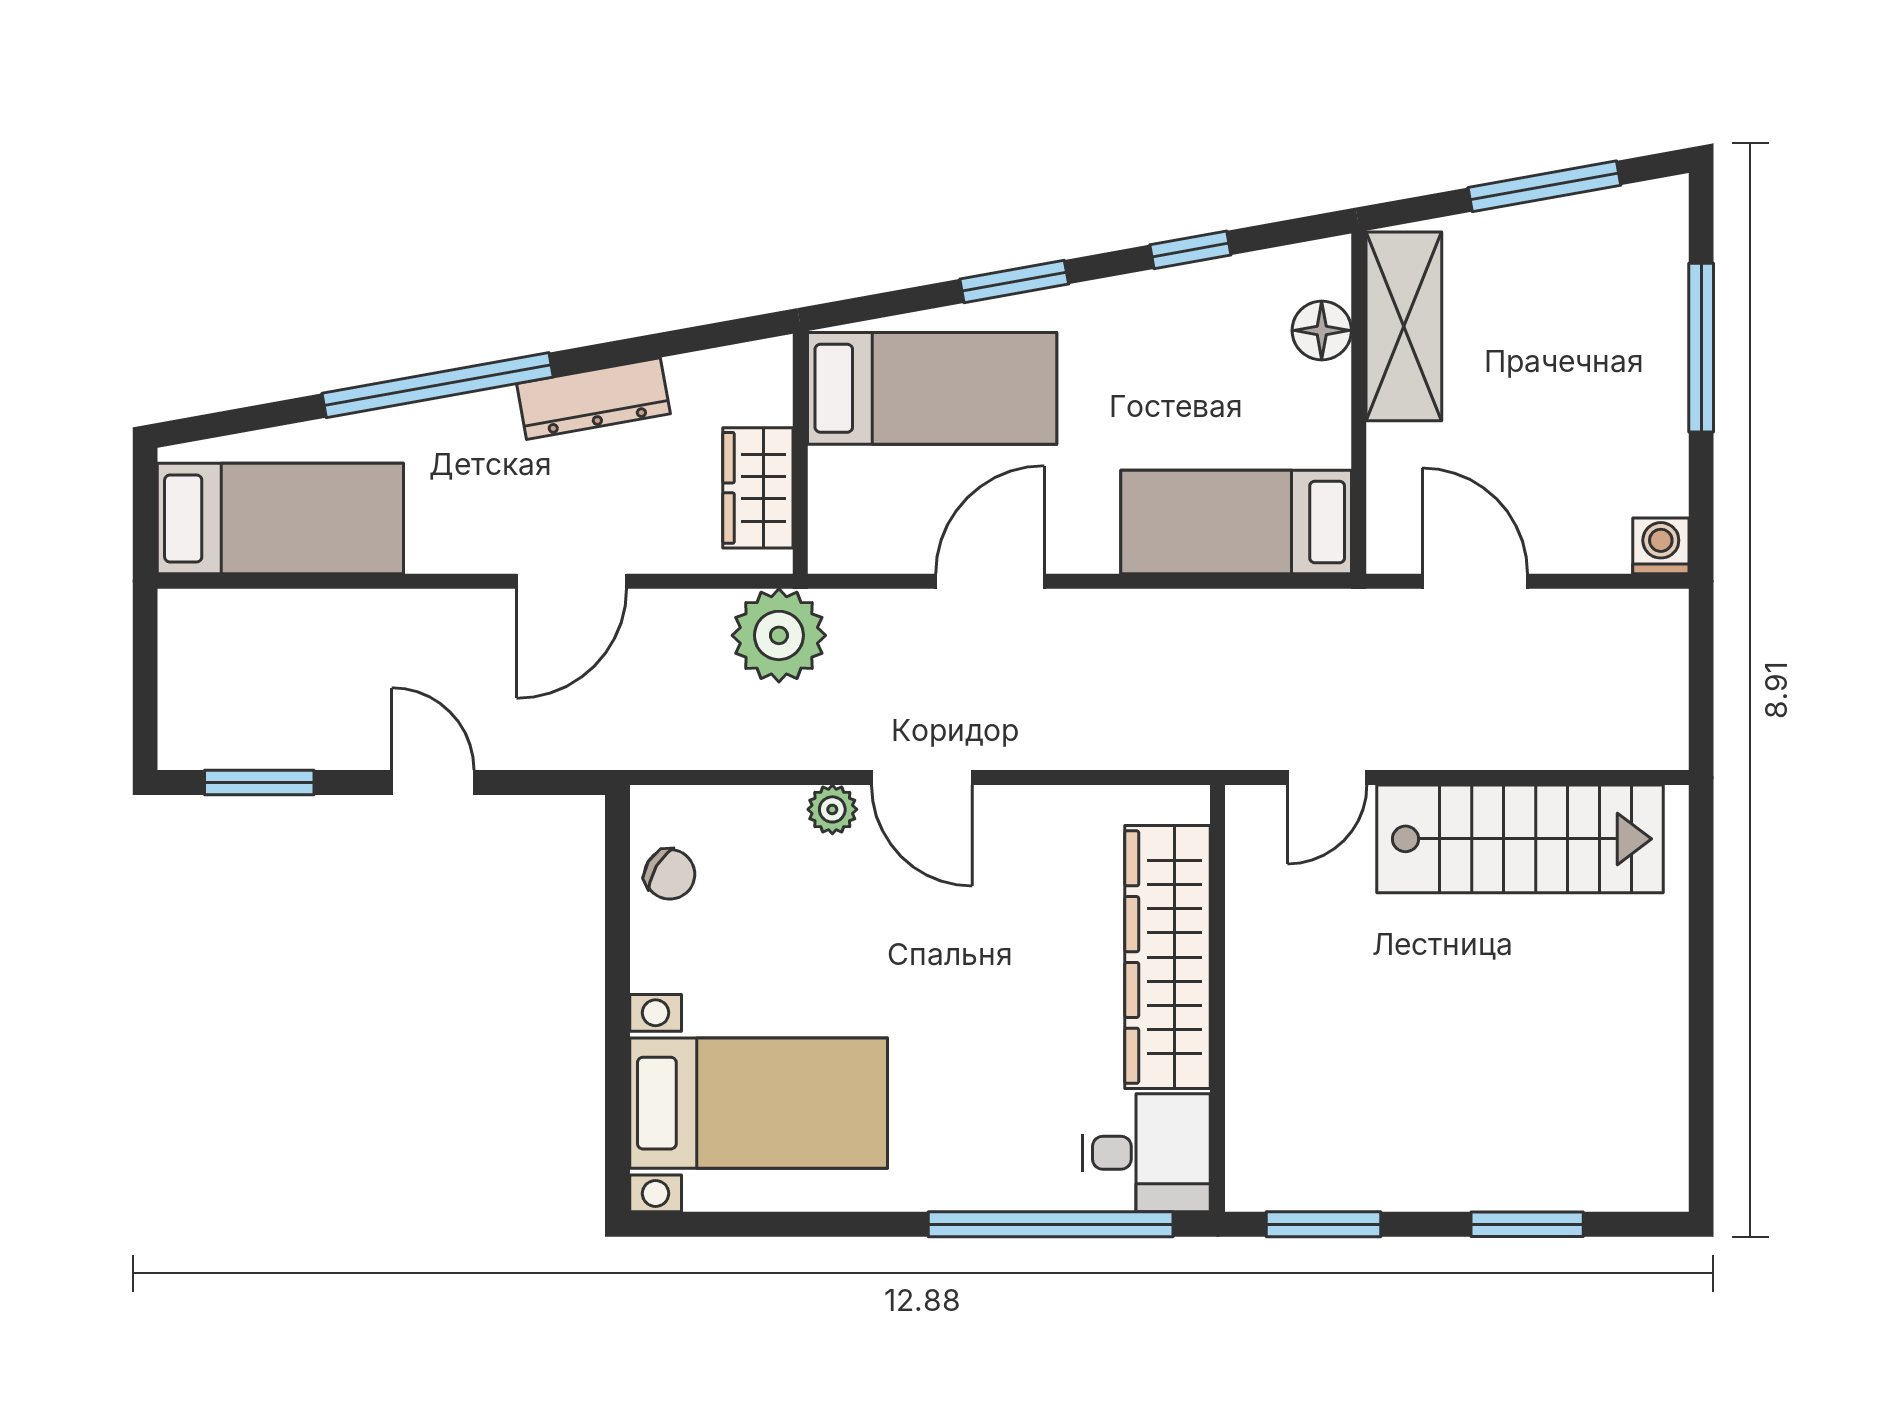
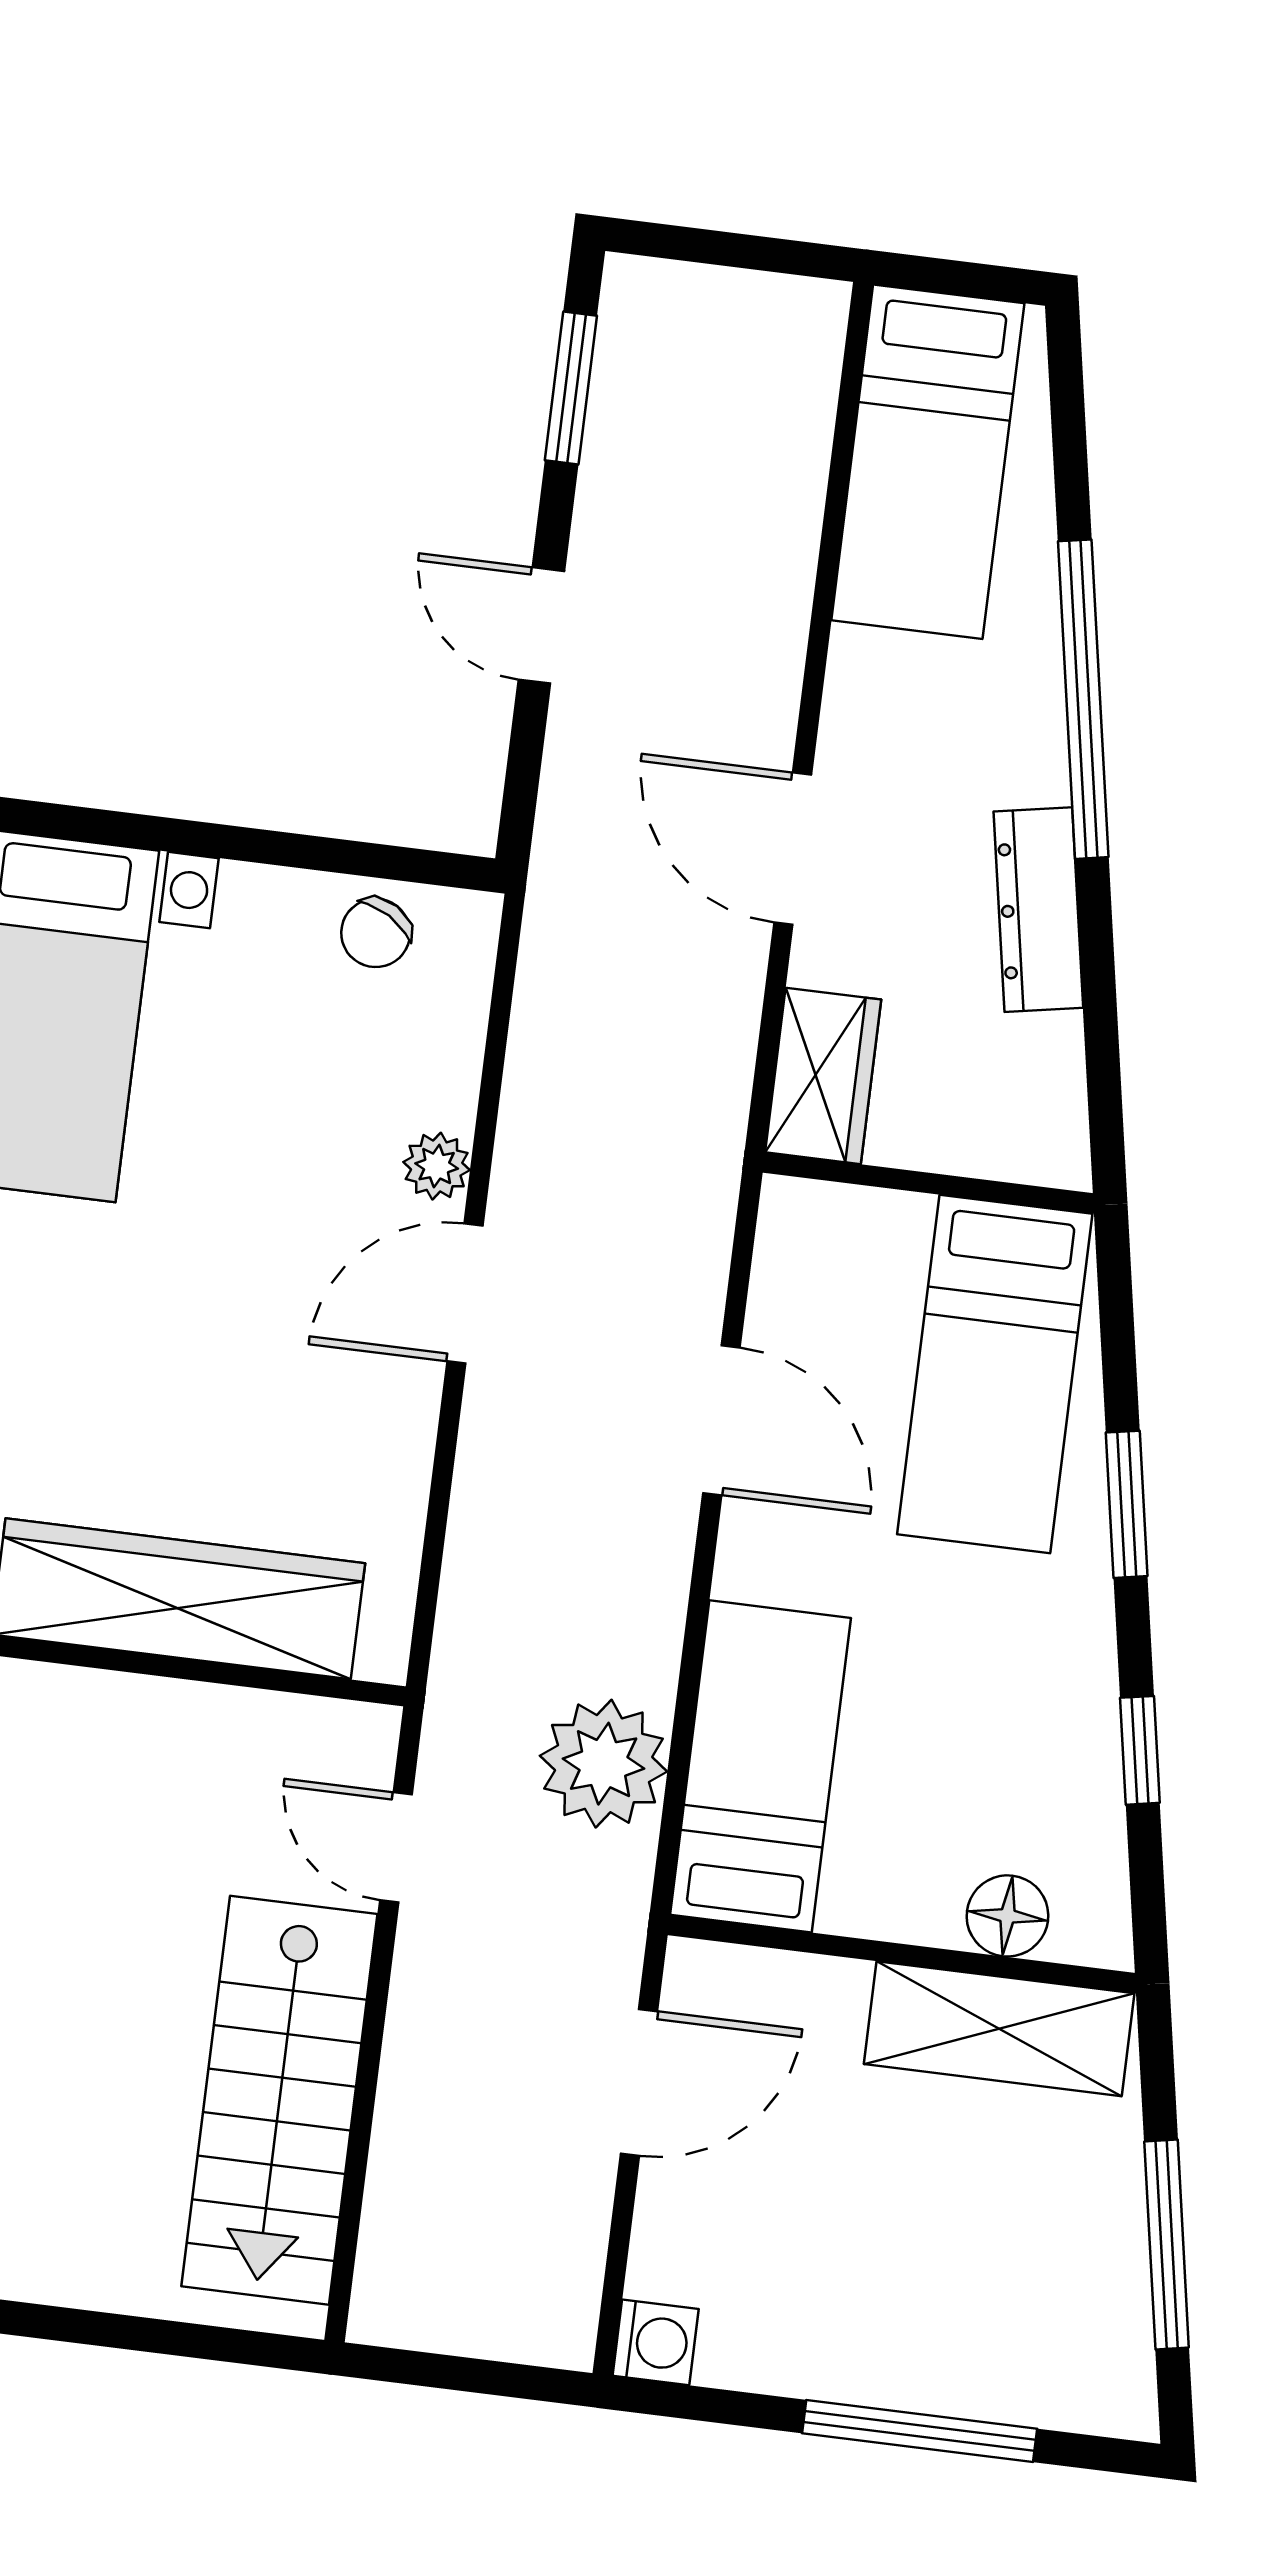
wardrobe: (758, 488) -> (823, 1076), moved, turned 90
plant: (779, 635) -> (604, 1764), moved
door: (433, 782) -> (541, 625), swing flipped

